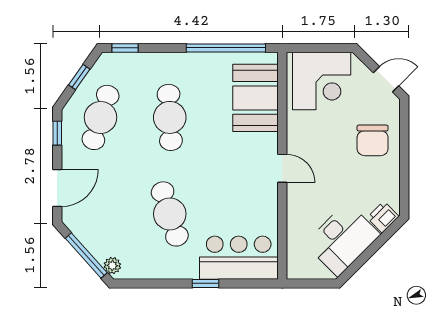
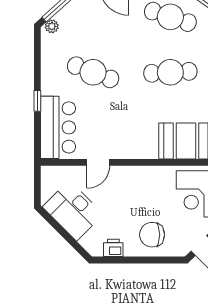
door: (282, 168) -> (98, 162), moved
cafe table: (170, 214) -> (93, 72), turned 39
printer: (383, 217) -> (113, 248), moved, turned -45

